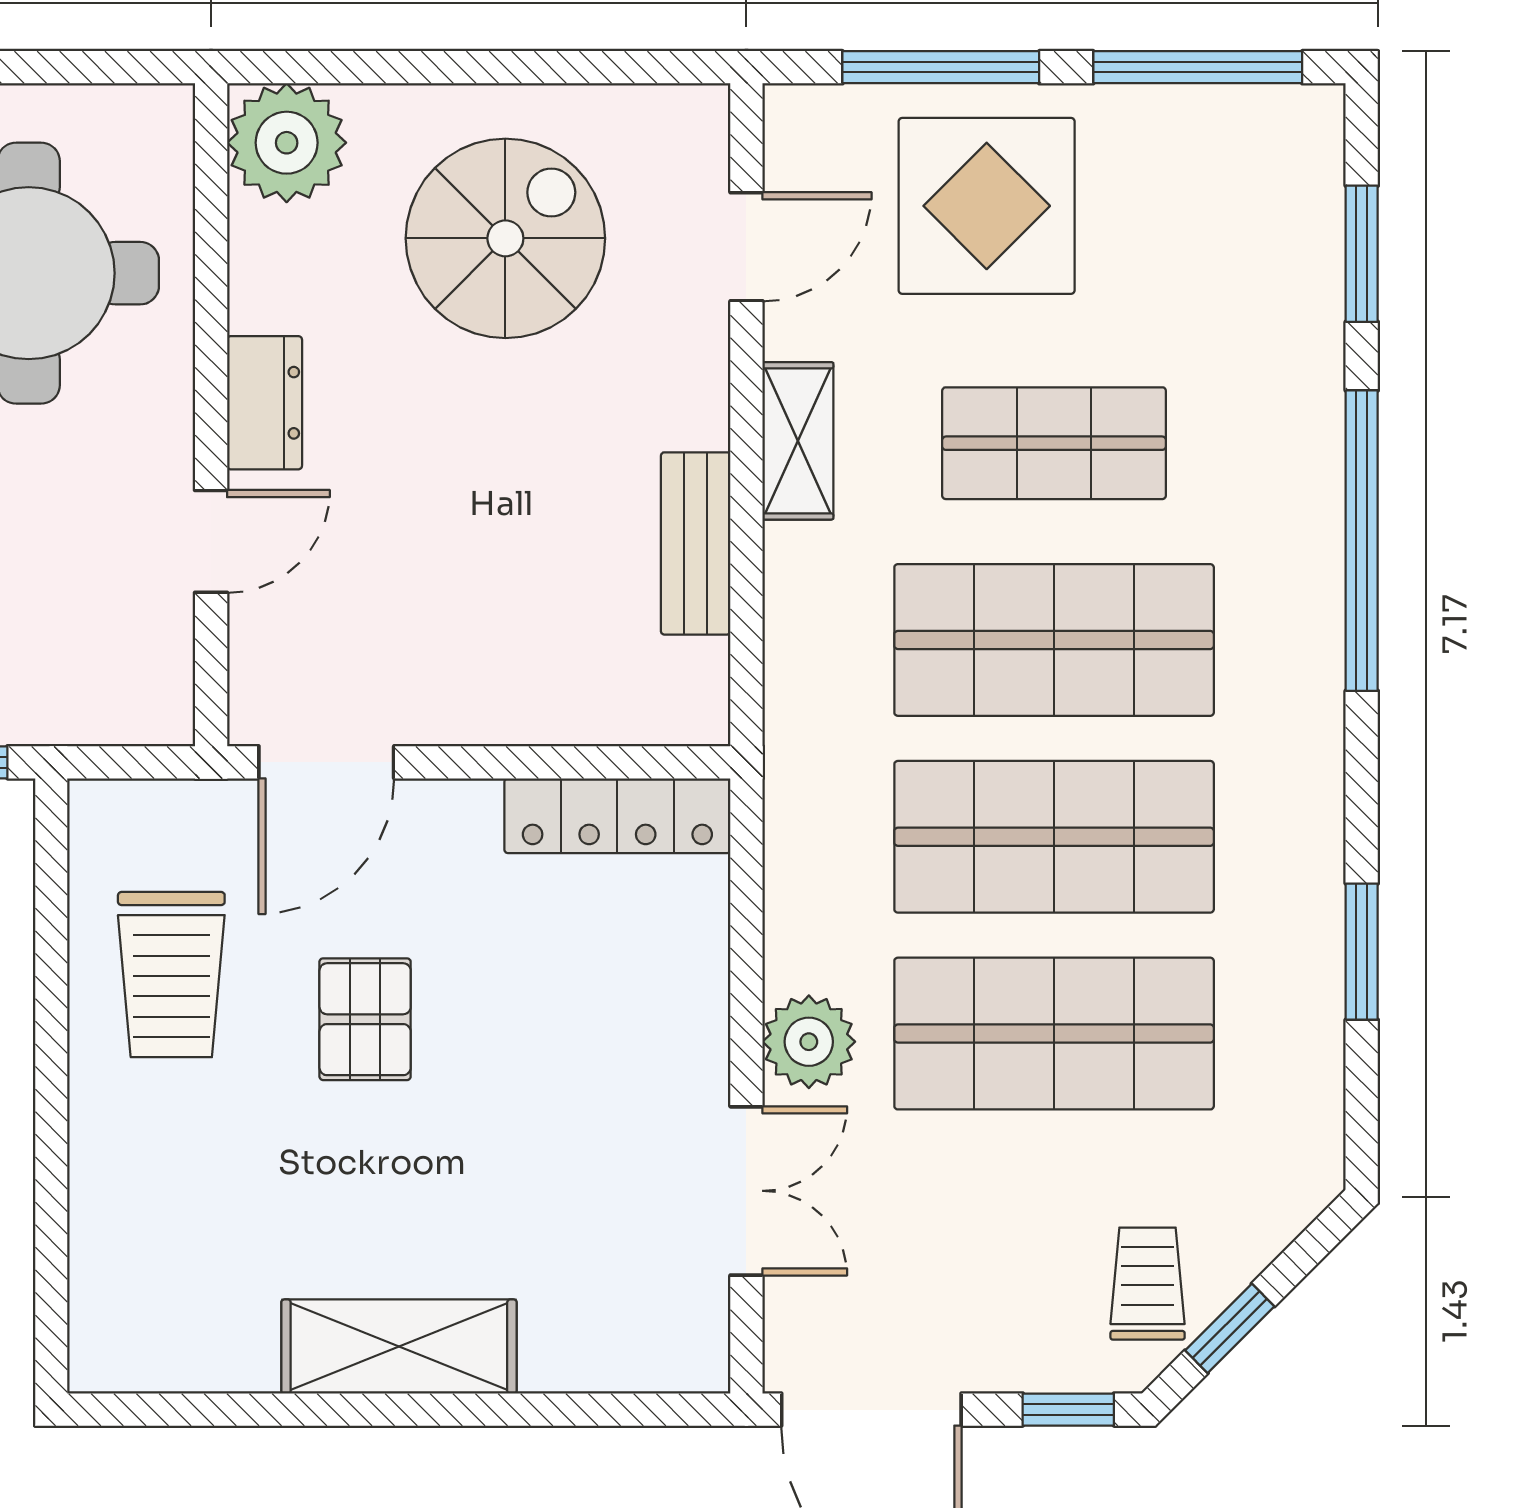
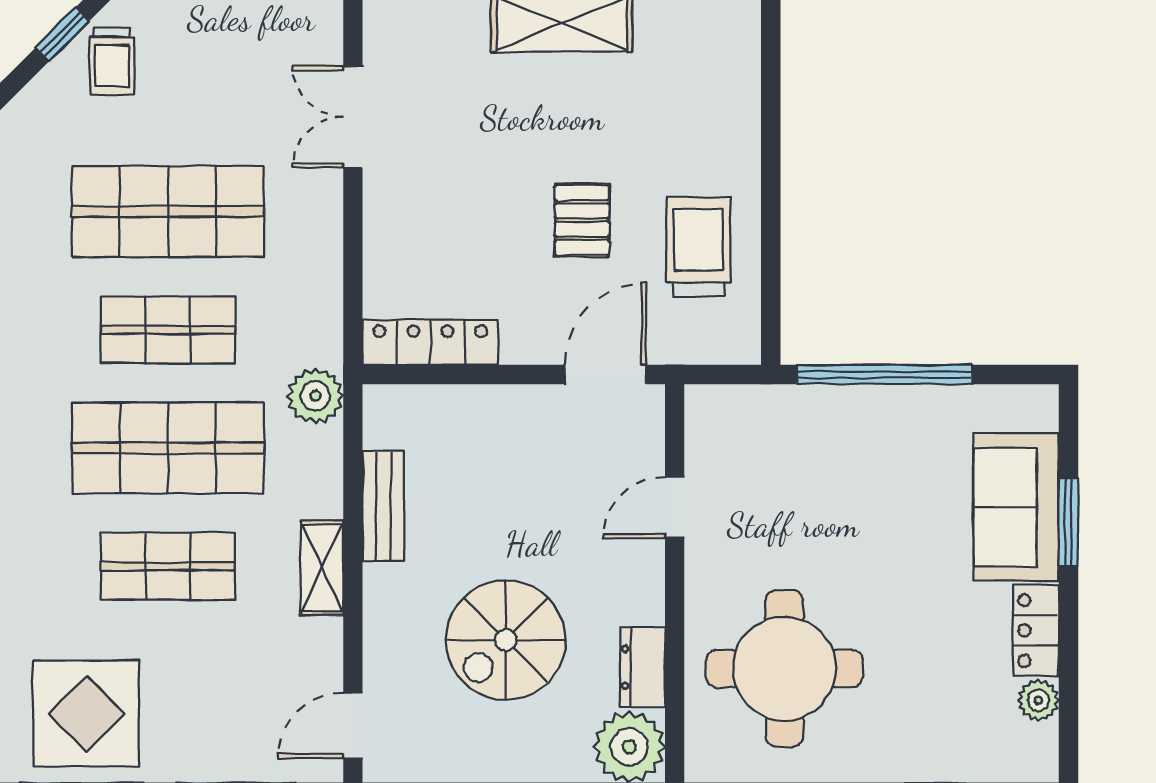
display table: (987, 206) -> (86, 713), moved
spiral stairs: (505, 238) -> (506, 640), moved
door: (746, 247) -> (353, 725), moved
dresser: (265, 403) -> (643, 667), moved
shop shelf: (1054, 837) -> (168, 330), width x0.70, depth x0.74
plant: (809, 1042) -> (315, 396), moved

